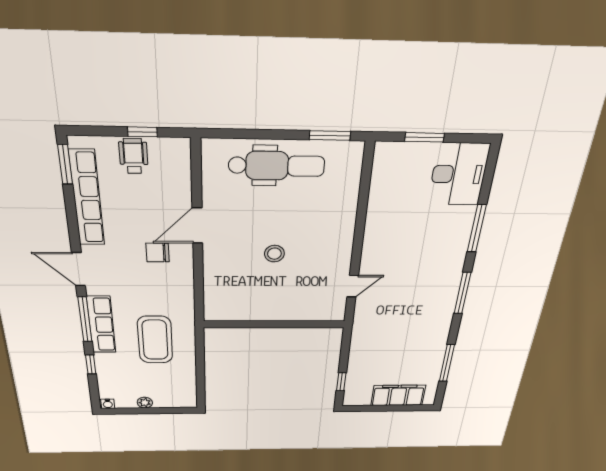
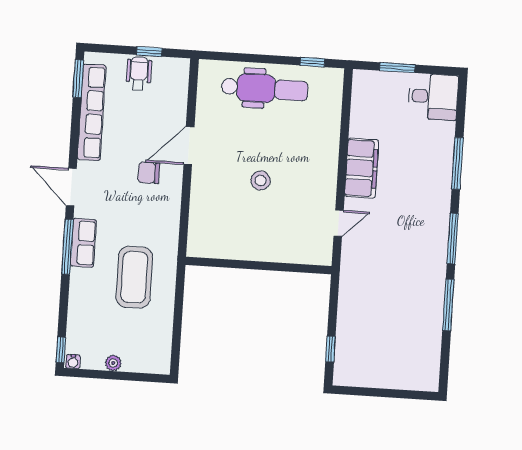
window: (330, 135) -> (312, 62), width x0.67
desk: (459, 174) -> (433, 97), width x0.73
row of seats: (101, 325) -> (83, 243), width x0.68
window: (447, 363) -> (448, 305), moved
window: (91, 364) -> (61, 350), moved
filing cabinet: (398, 395) -> (362, 168), moved, turned 90

